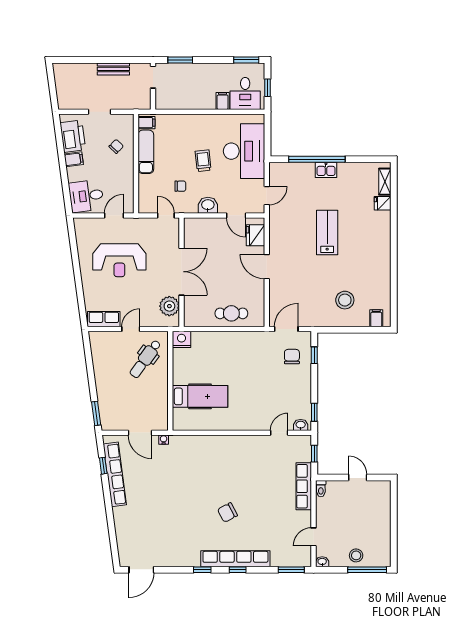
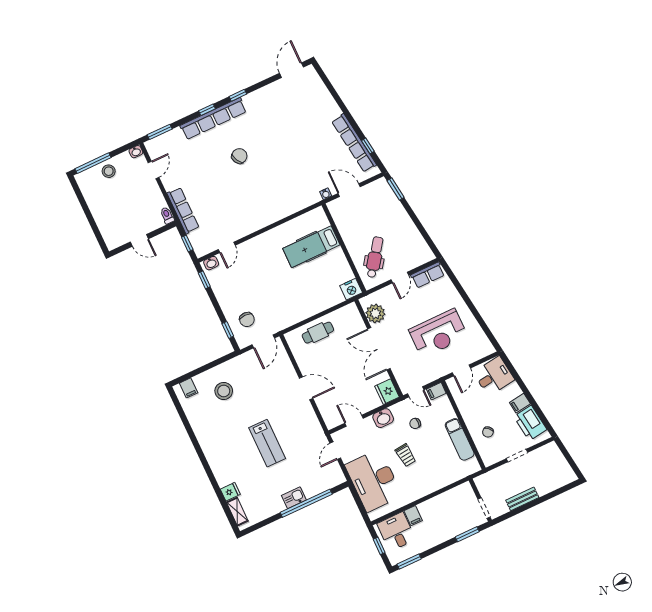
filing cabinet: (147, 123) -> (436, 391), moved
fridge: (255, 235) -> (387, 392), moved, turned 180
reception desk: (119, 260) -> (438, 333), turned 180

